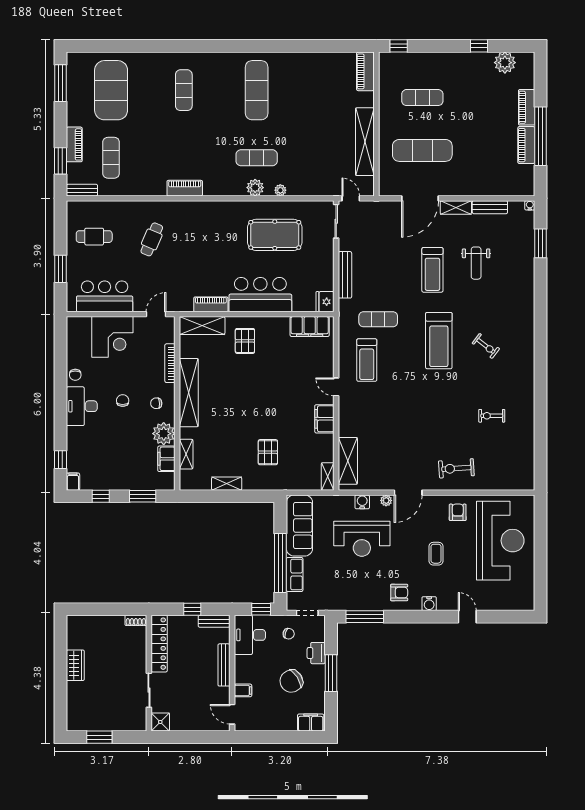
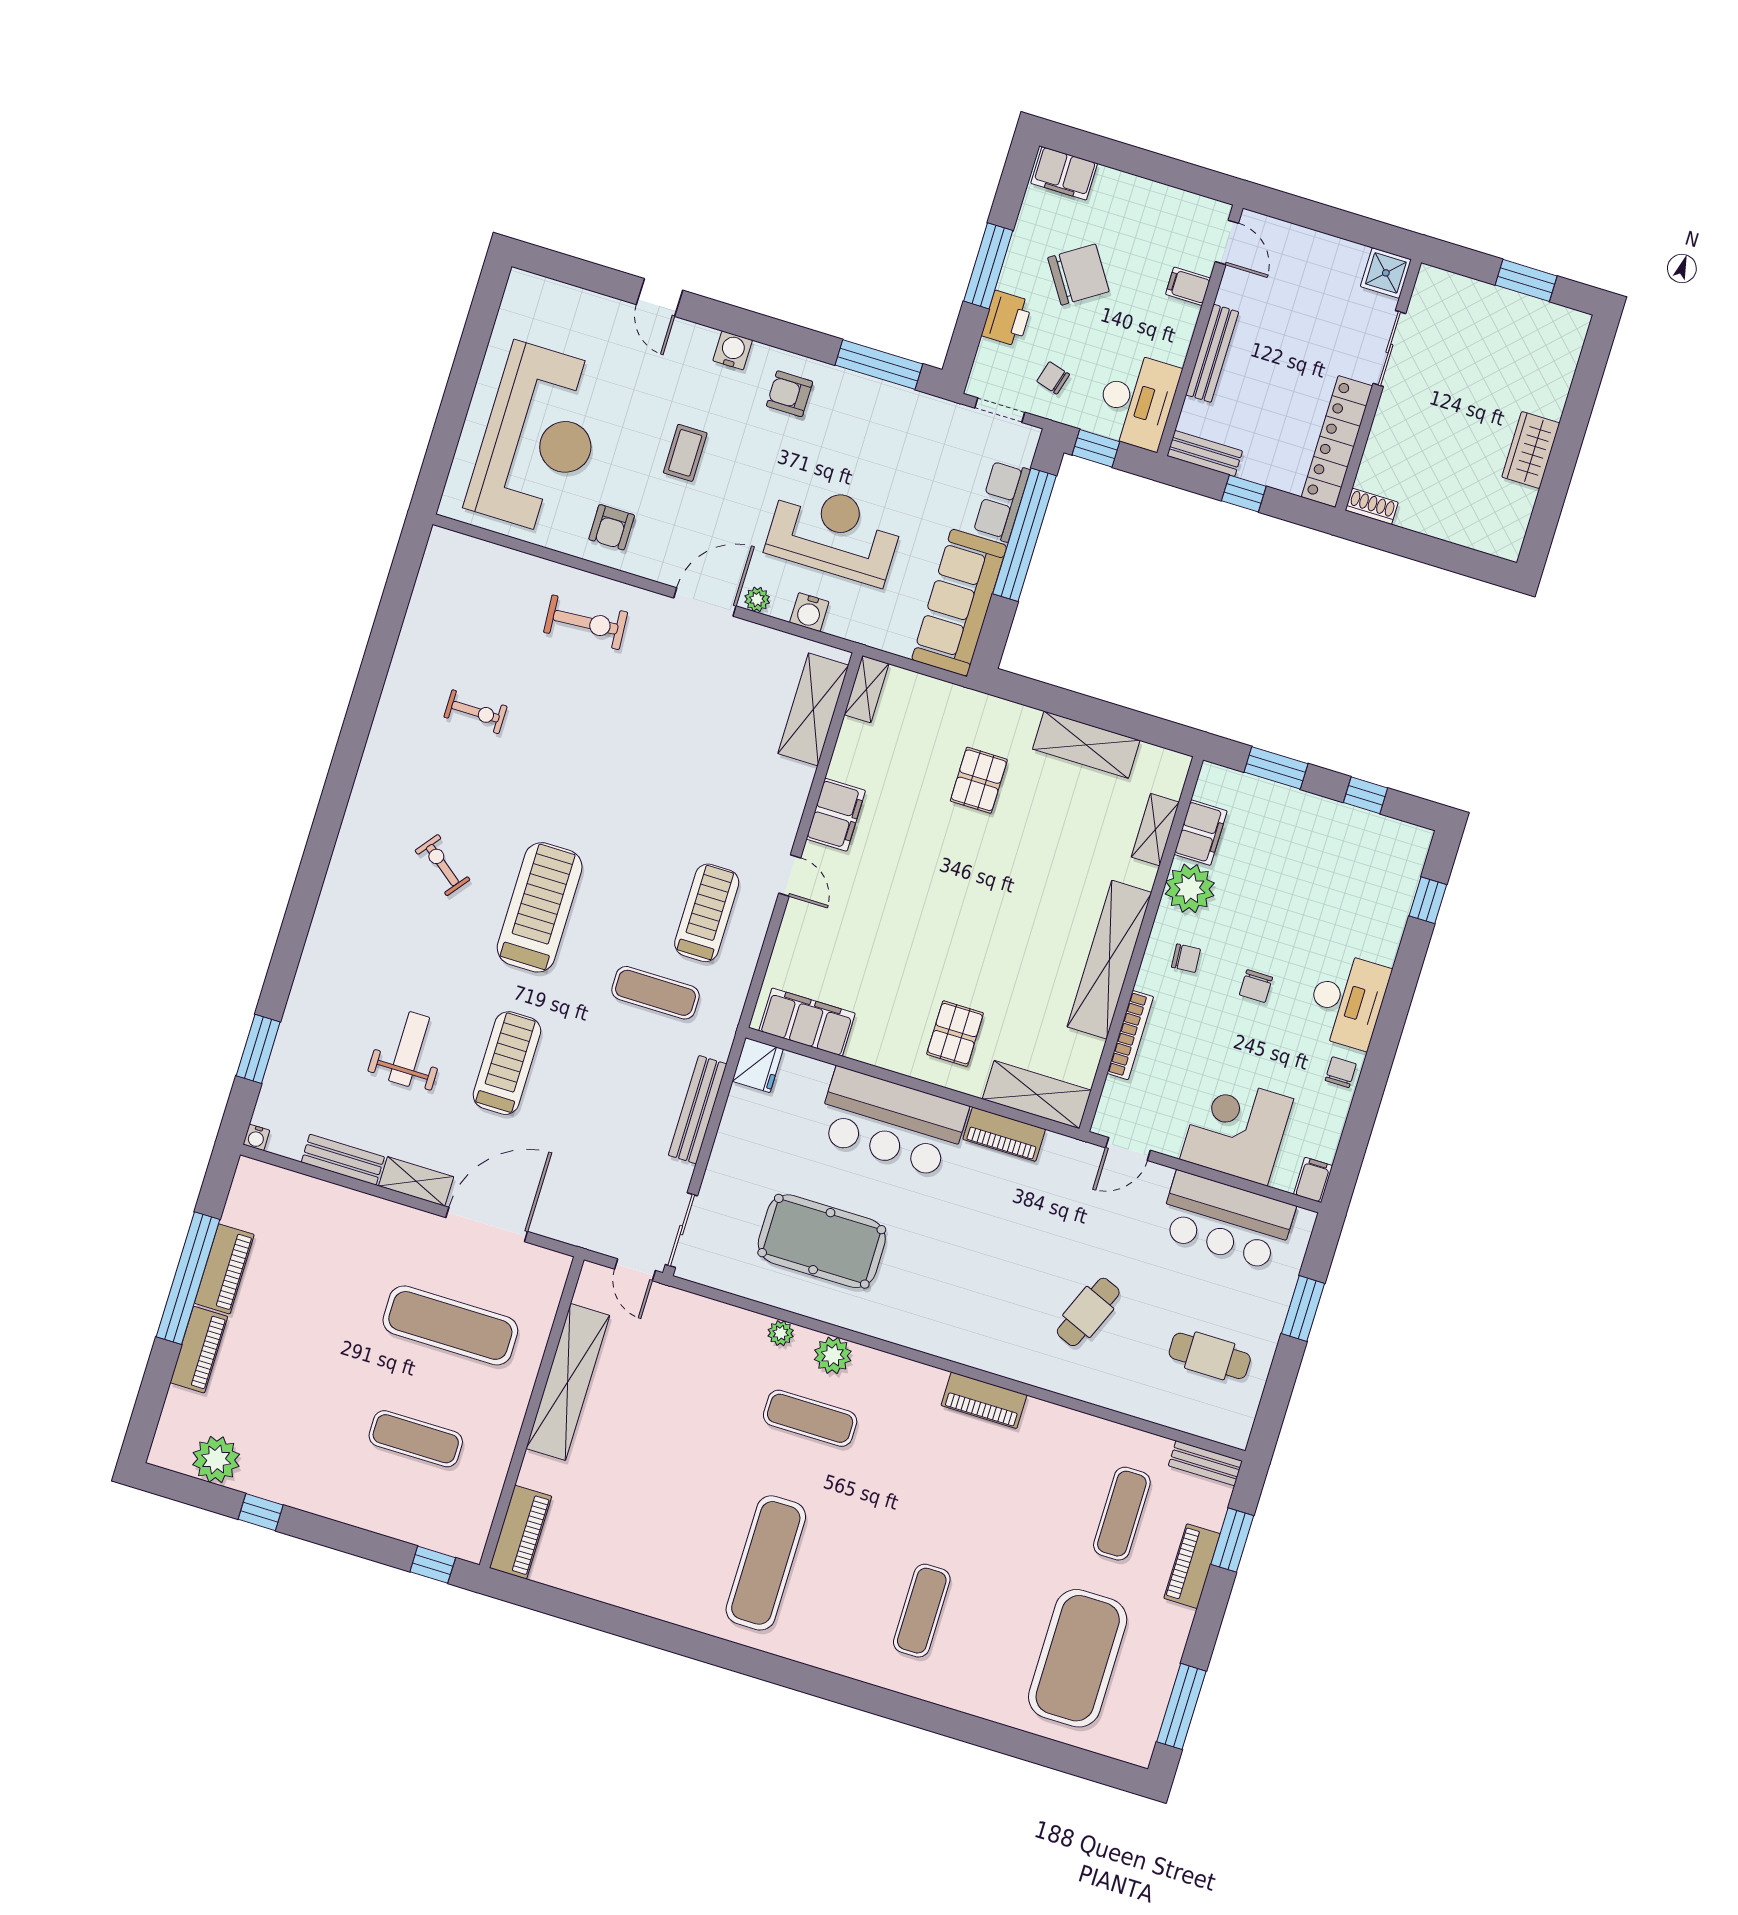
filing cabinet: (73, 482) -> (1313, 1180), moved, turned 180
shelving: (227, 484) -> (1086, 745), width x1.50, depth x1.33
reception desk: (500, 541) -> (539, 439), turned 180

